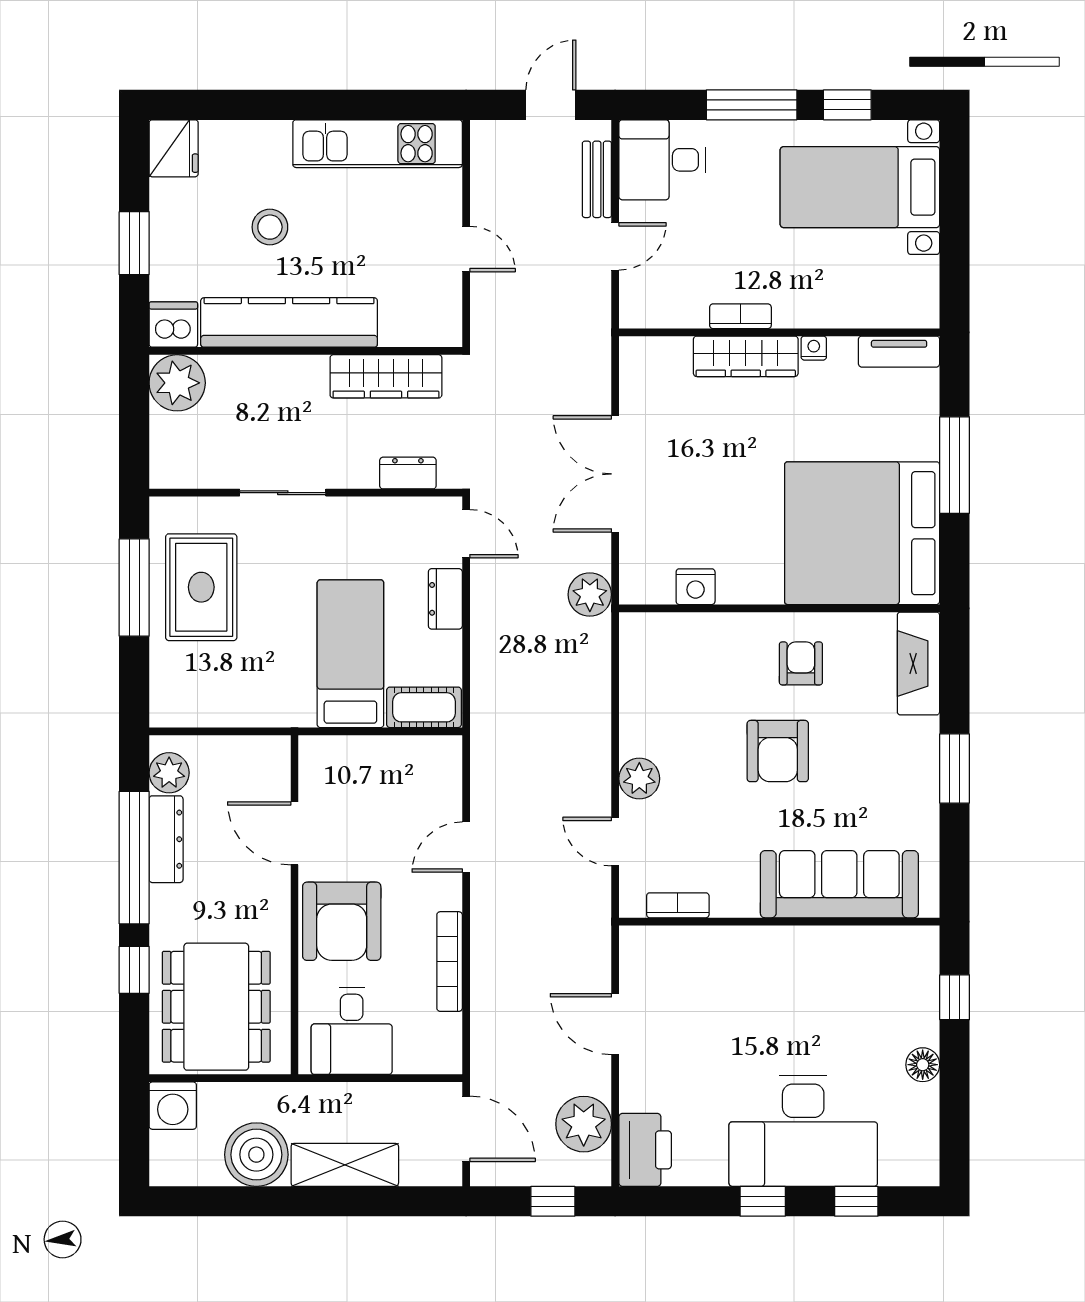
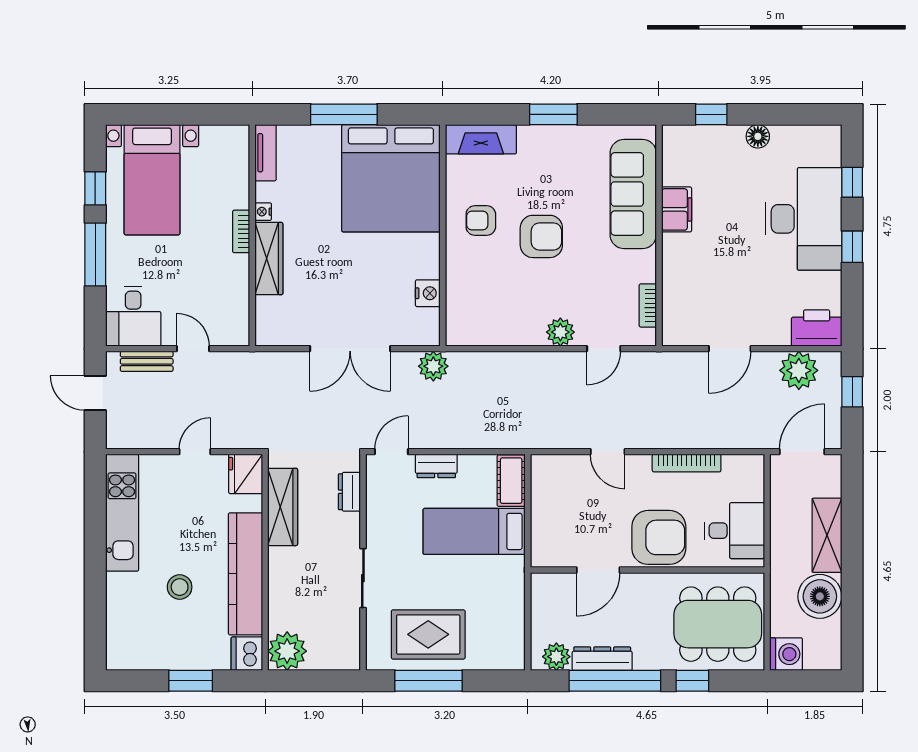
fridge: (174, 148) -> (246, 474), moved, turned -90
bookcase: (740, 316) -> (241, 231), moved
filing cabinet: (817, 947) -> (677, 209), added

